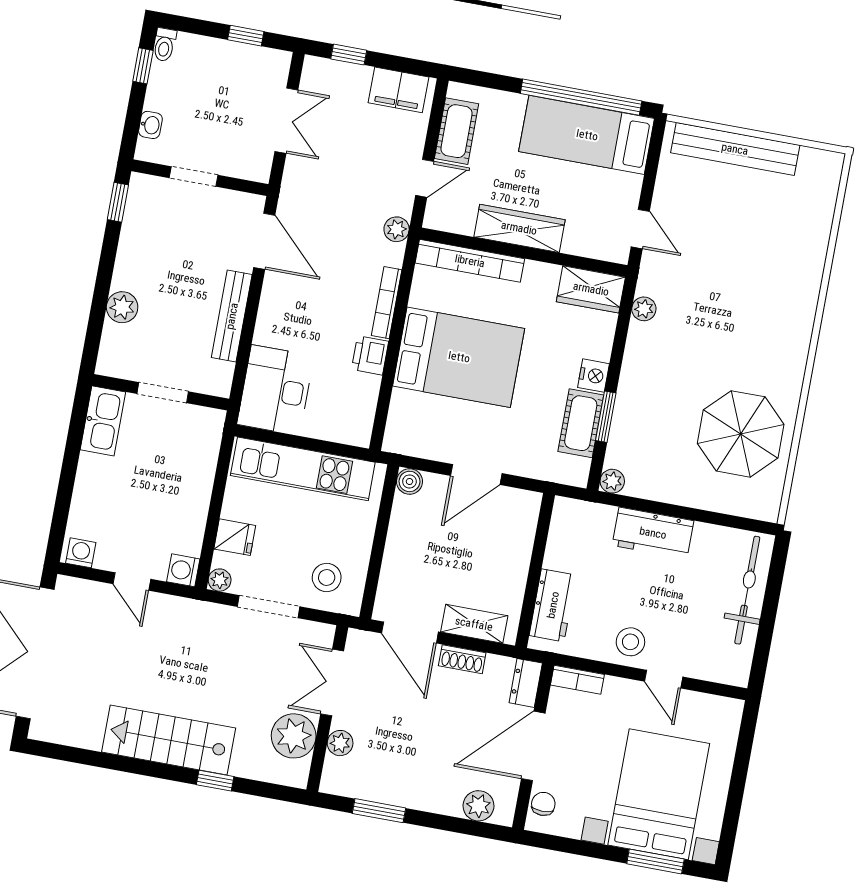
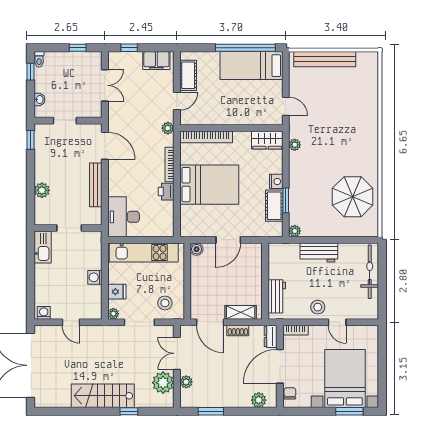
wardrobe: (519, 228) -> (227, 117), removed
washing machine: (183, 570) -> (95, 277), moved

